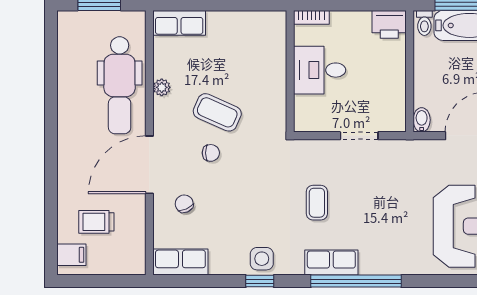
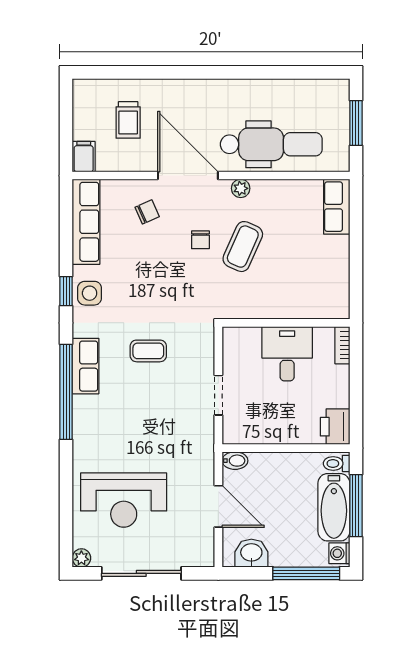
dental chair: (120, 85) -> (271, 144), turned 180
plant: (162, 87) -> (241, 188), moved
trolley: (96, 222) -> (128, 120), turned 180
filing cabinet: (71, 255) -> (84, 157), moved, turned 180
row of seats: (180, 262) -> (86, 222), width x1.48

